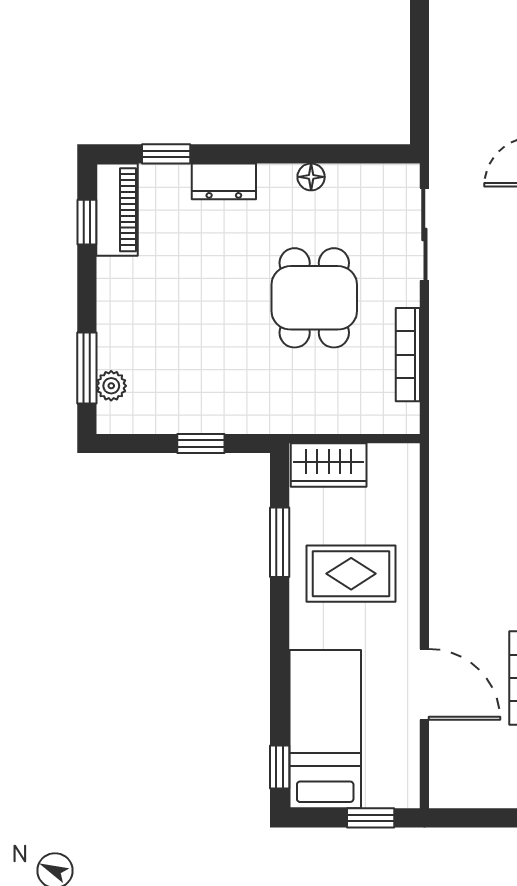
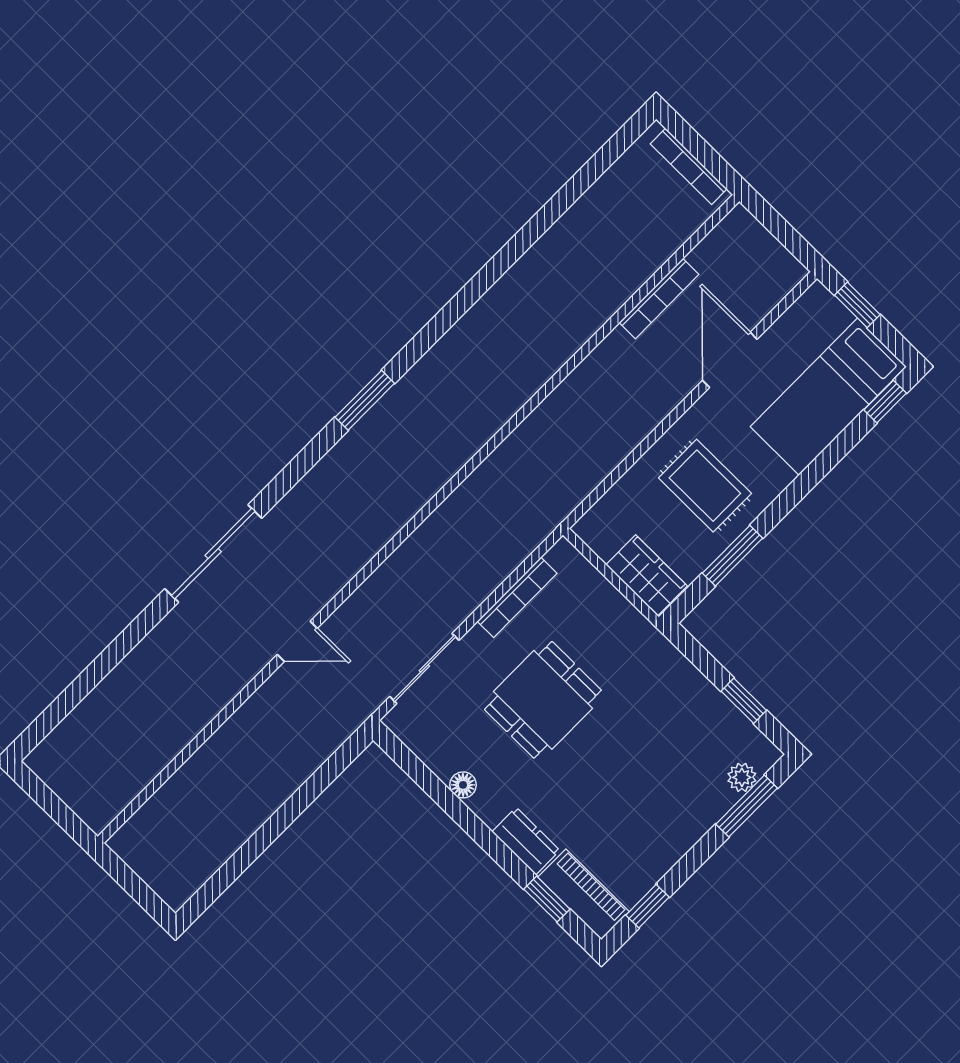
piano: (117, 210) -> (584, 894), moved, turned 90
window: (201, 444) -> (744, 701), moved

